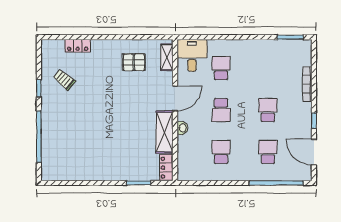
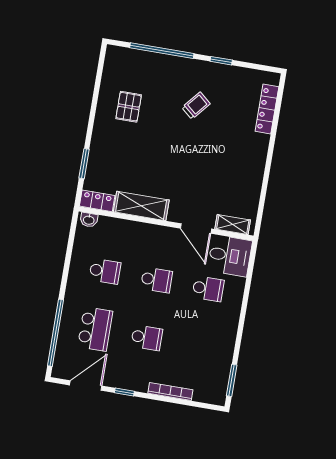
locker: (78, 46) -> (267, 109), width x1.53
pallet: (134, 62) -> (129, 107), moved
trolley: (64, 80) -> (196, 106), moved
door: (175, 98) -> (196, 229), moved
school desk: (221, 110) -> (156, 280), turned 180
washbasin: (182, 128) -> (89, 220), moved
school desk: (268, 152) -> (95, 329), width x1.85

